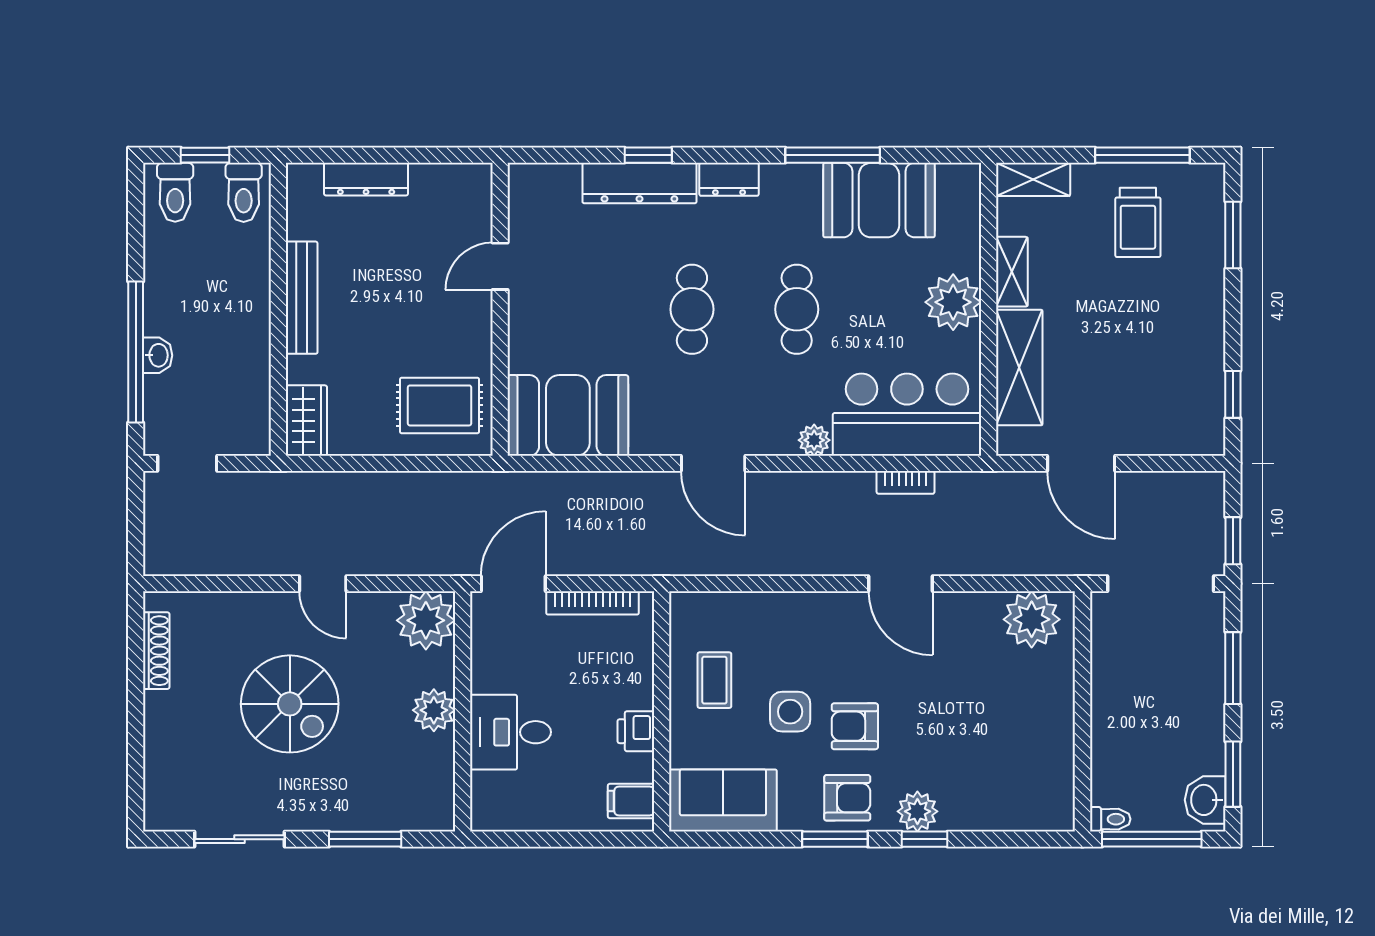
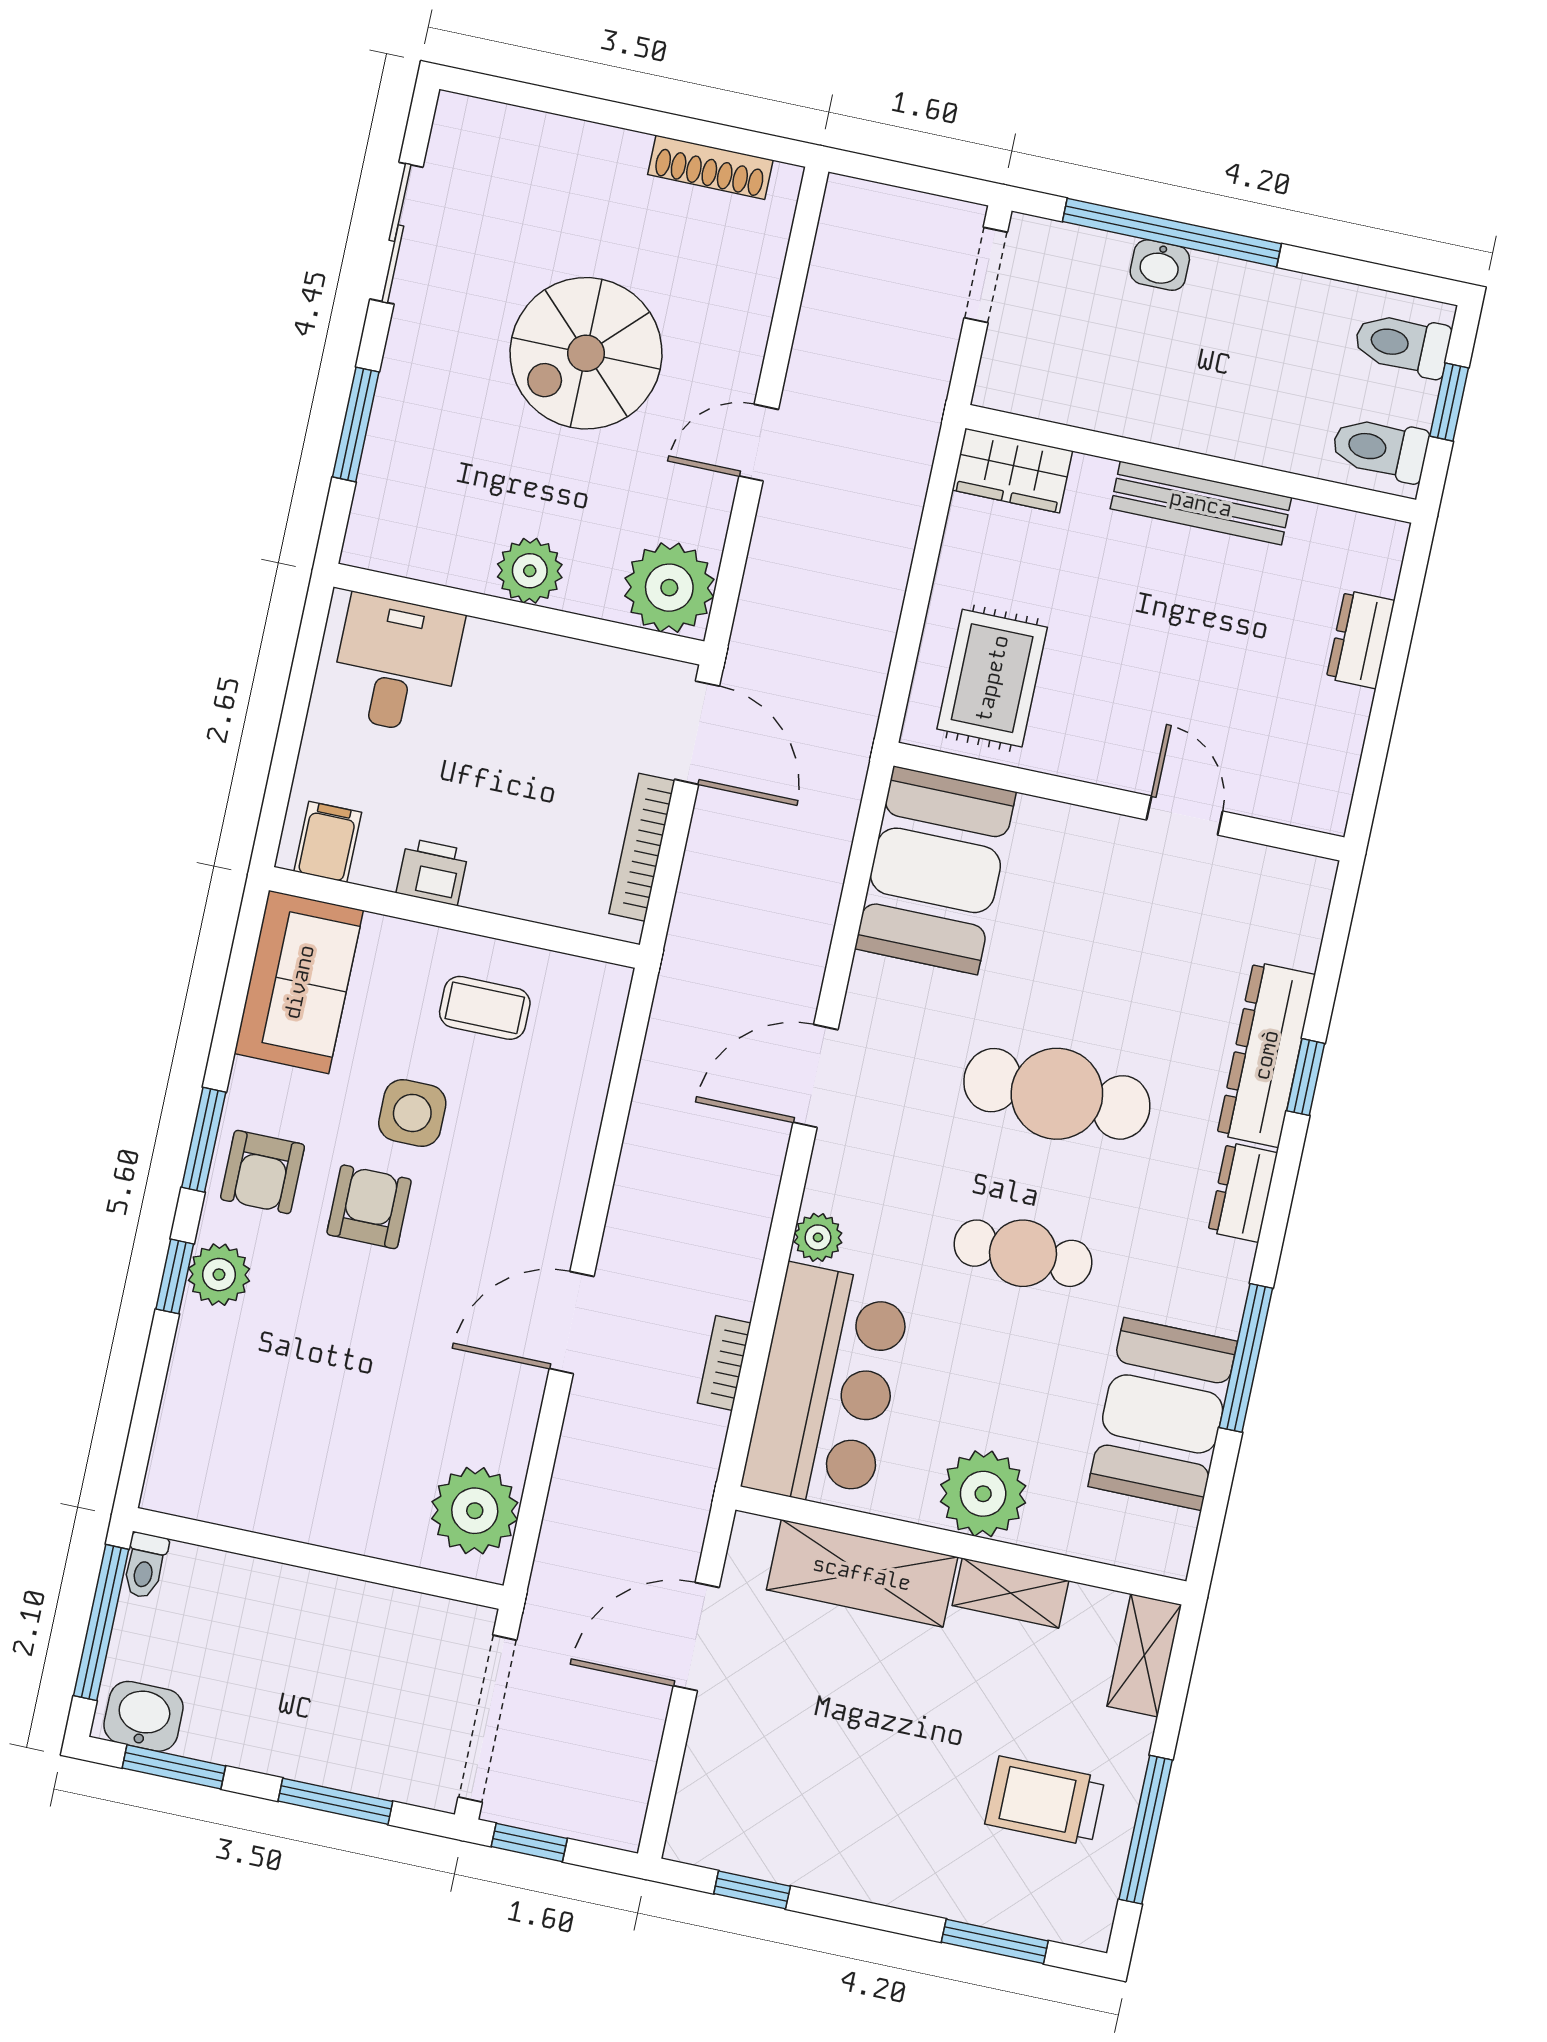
dresser: (366, 179) -> (1361, 639), width x0.70
cafe table: (692, 309) -> (1057, 1094), width x1.37, depth x1.35
desk: (510, 732) -> (396, 664), moved

